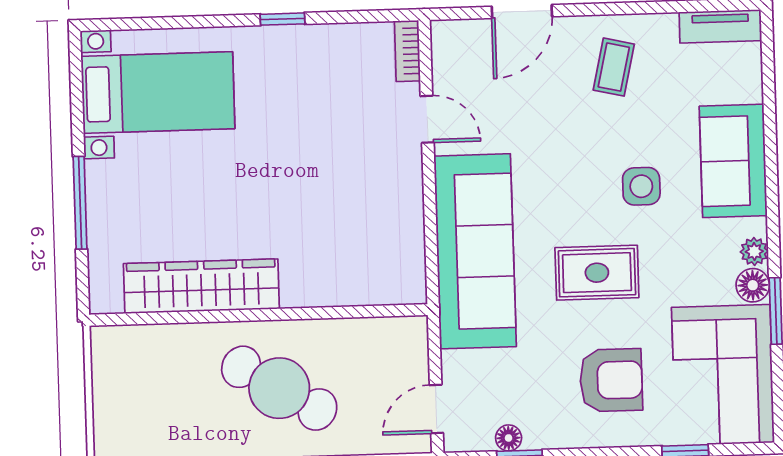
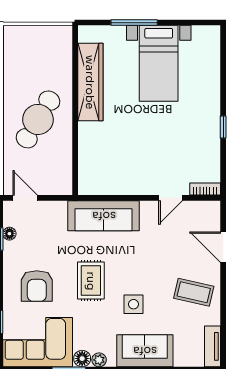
coffee table: (614, 67) -> (194, 292), width x1.36, depth x1.30
bed with nightstands: (158, 93) -> (159, 63), moved
sofa: (475, 251) -> (104, 216), width x0.74, depth x0.79

